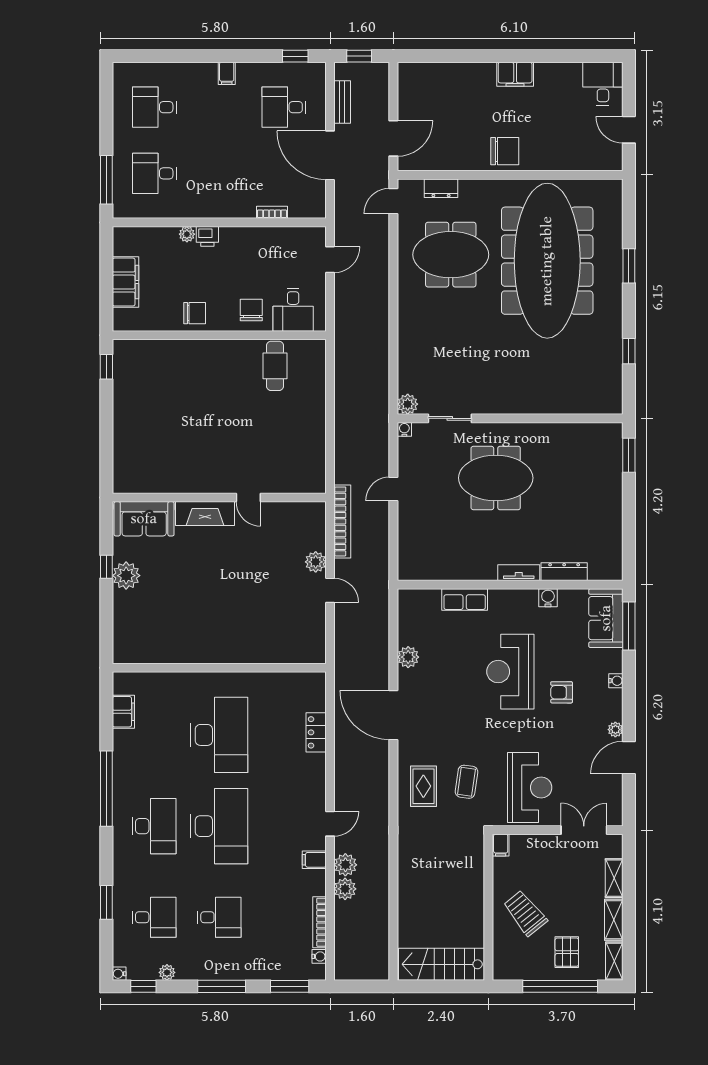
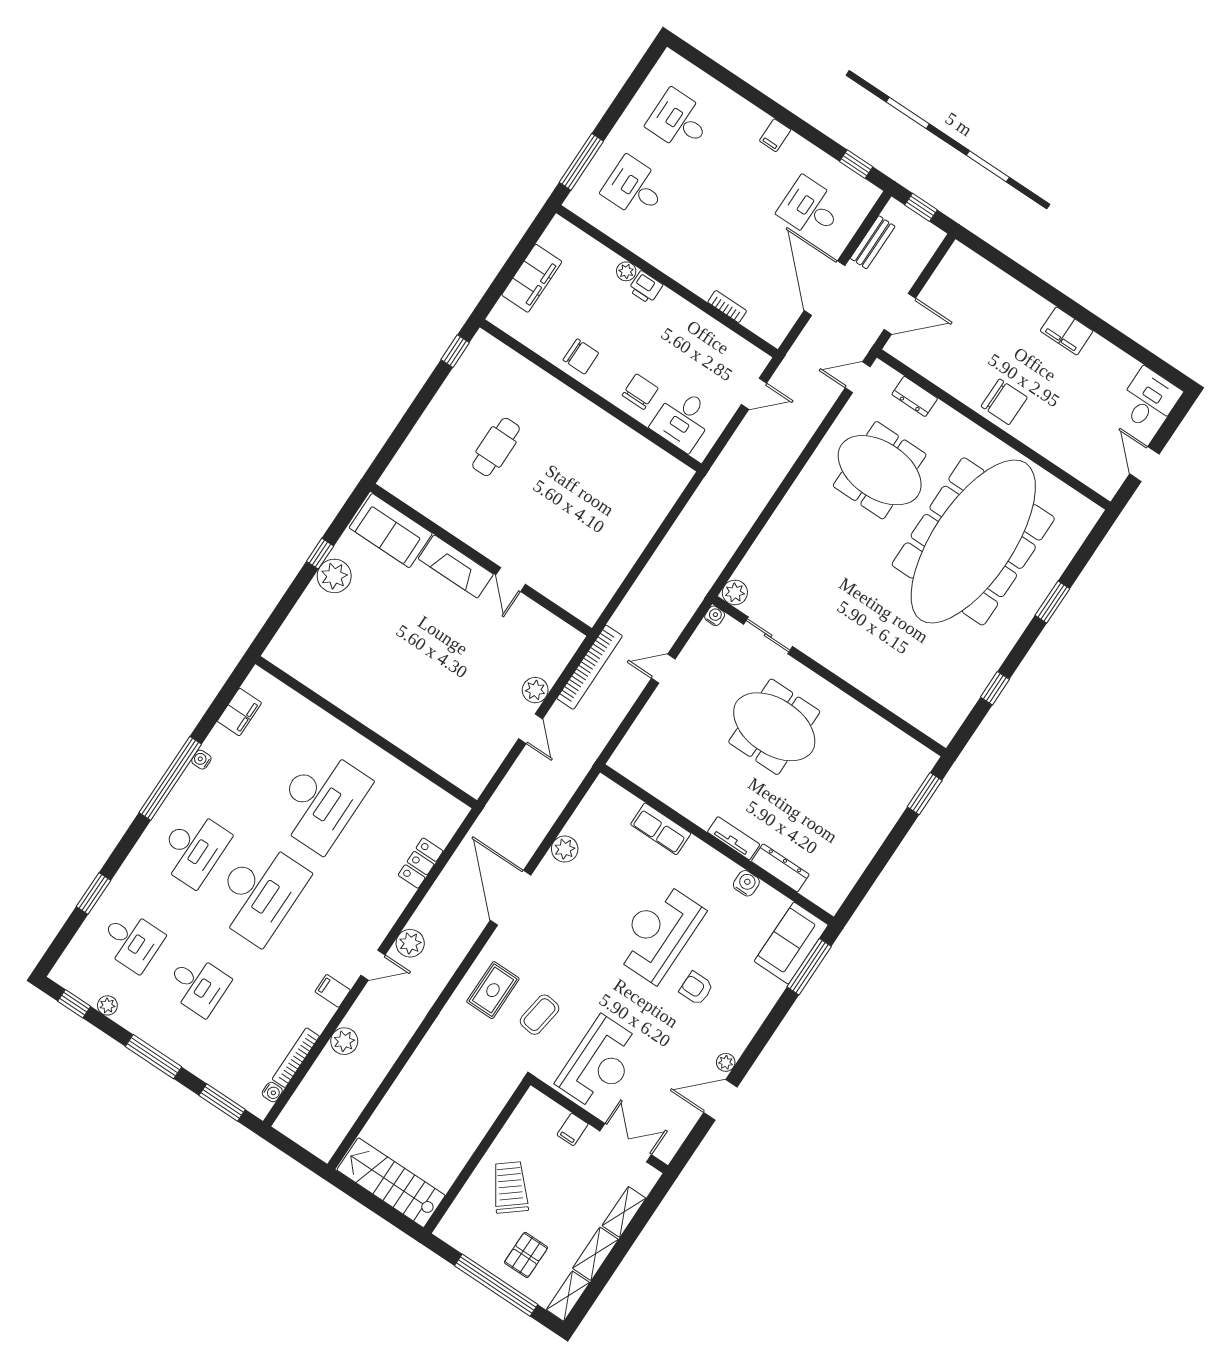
cafe table: (275, 366) -> (496, 447), moved
water cooler: (616, 681) -> (759, 1013), removed
filing cabinet: (501, 845) -> (573, 1129), moved
plant: (345, 865) -> (410, 943), moved
water cooler: (119, 974) -> (201, 760), moved

